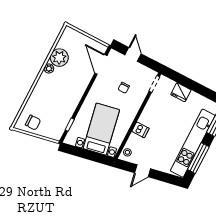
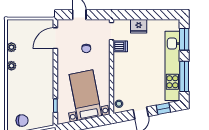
plant: (59, 58) -> (11, 47), width x0.53, depth x0.53
door: (101, 64) -> (55, 38), hinge flipped
dishwasher: (140, 130) -> (120, 46), moved
window: (165, 177) -> (163, 109), added

